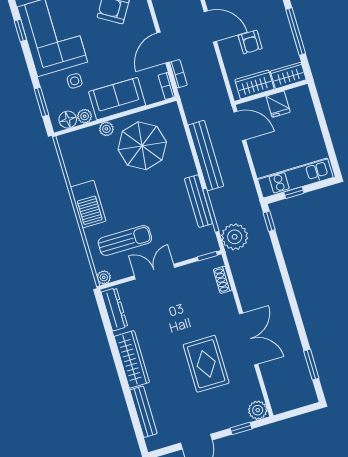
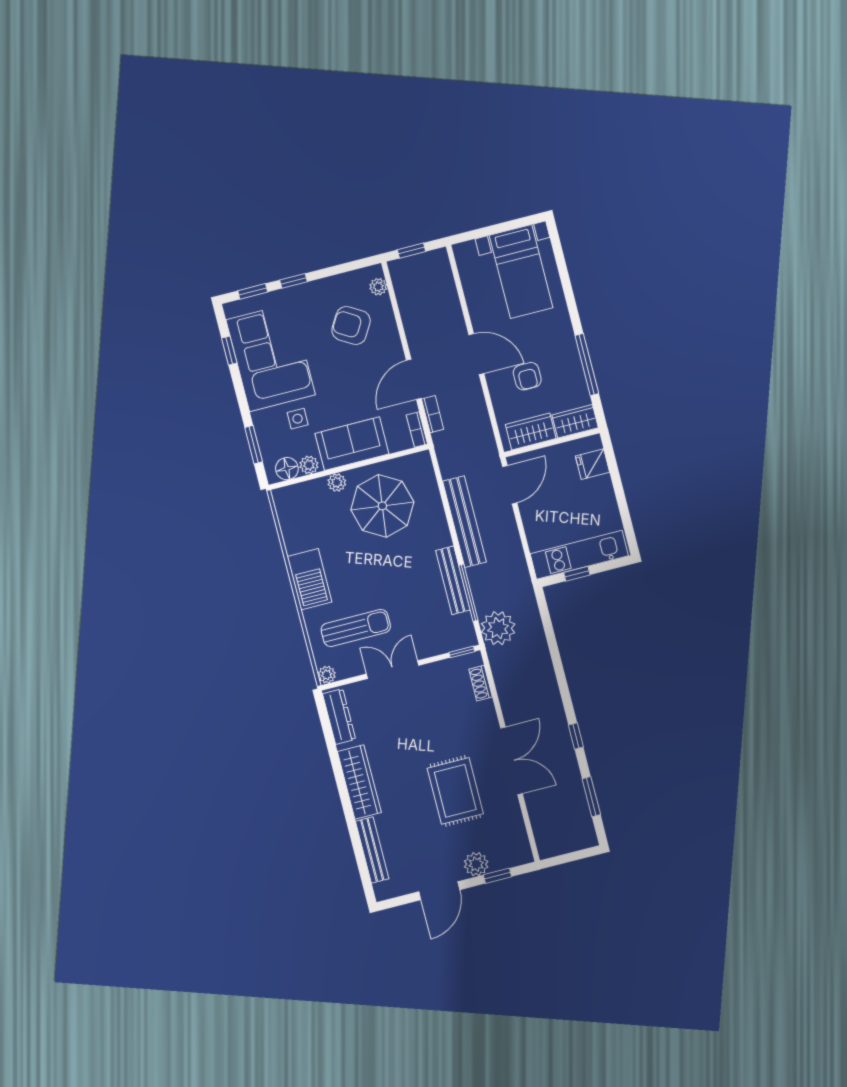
fridge: (278, 104) -> (593, 464), moved, turned 90
door: (240, 126) -> (510, 485), hinge flipped
window: (269, 221) -> (576, 736), moved
plant: (258, 410) -> (476, 864), moved

